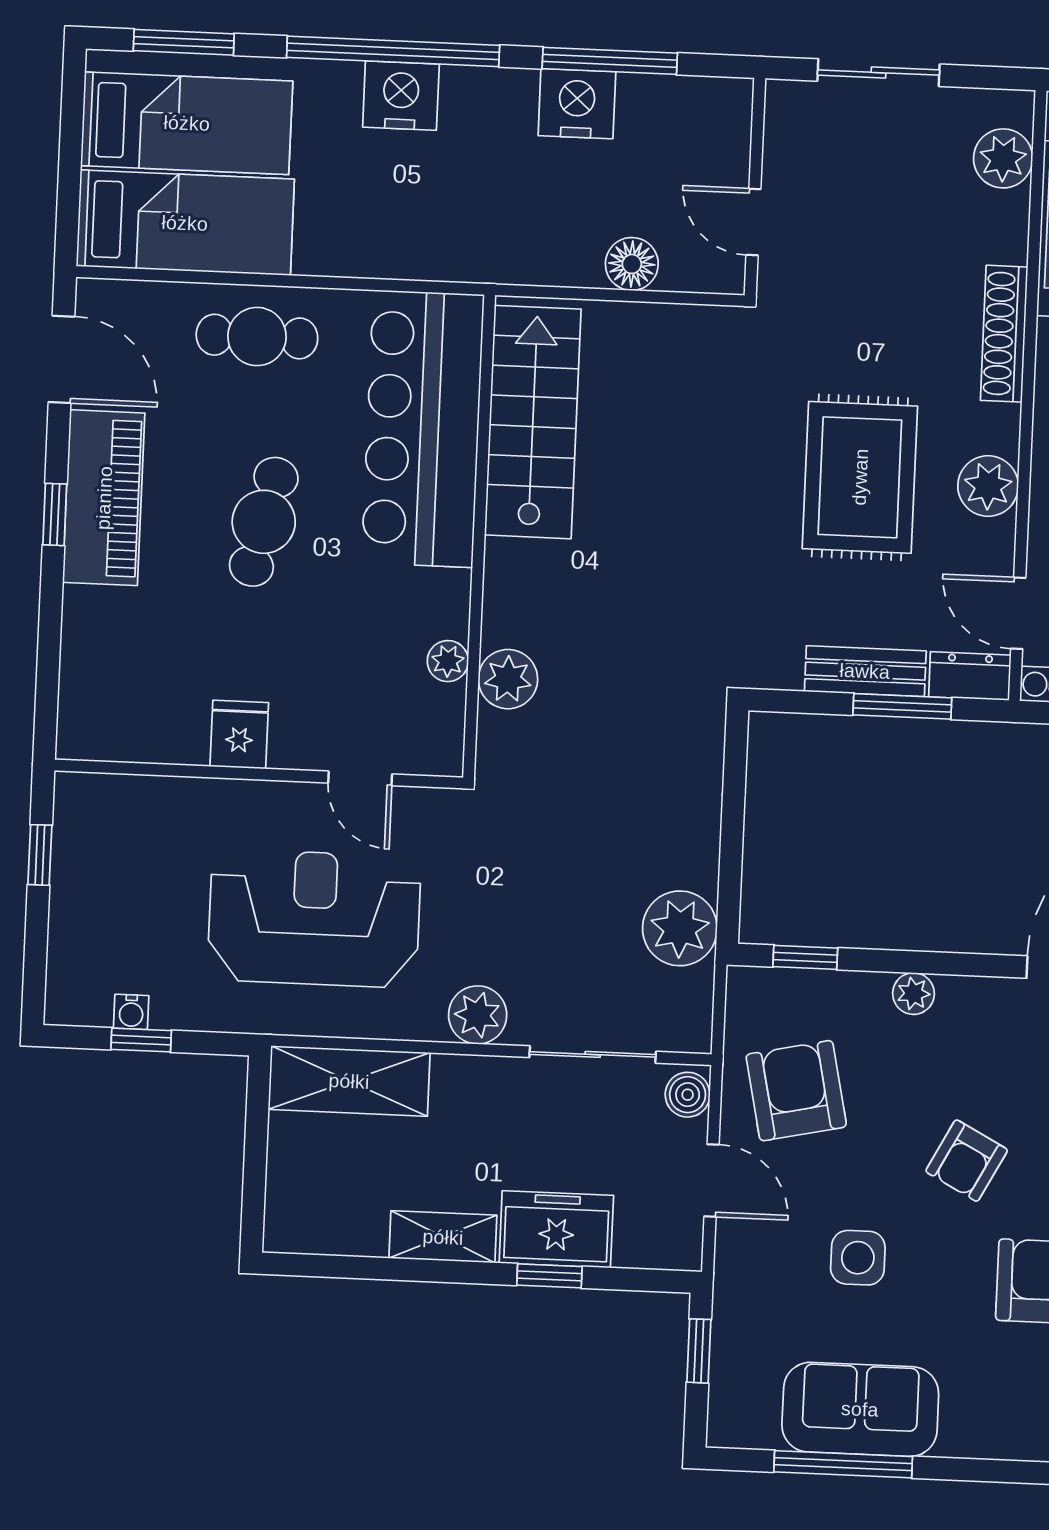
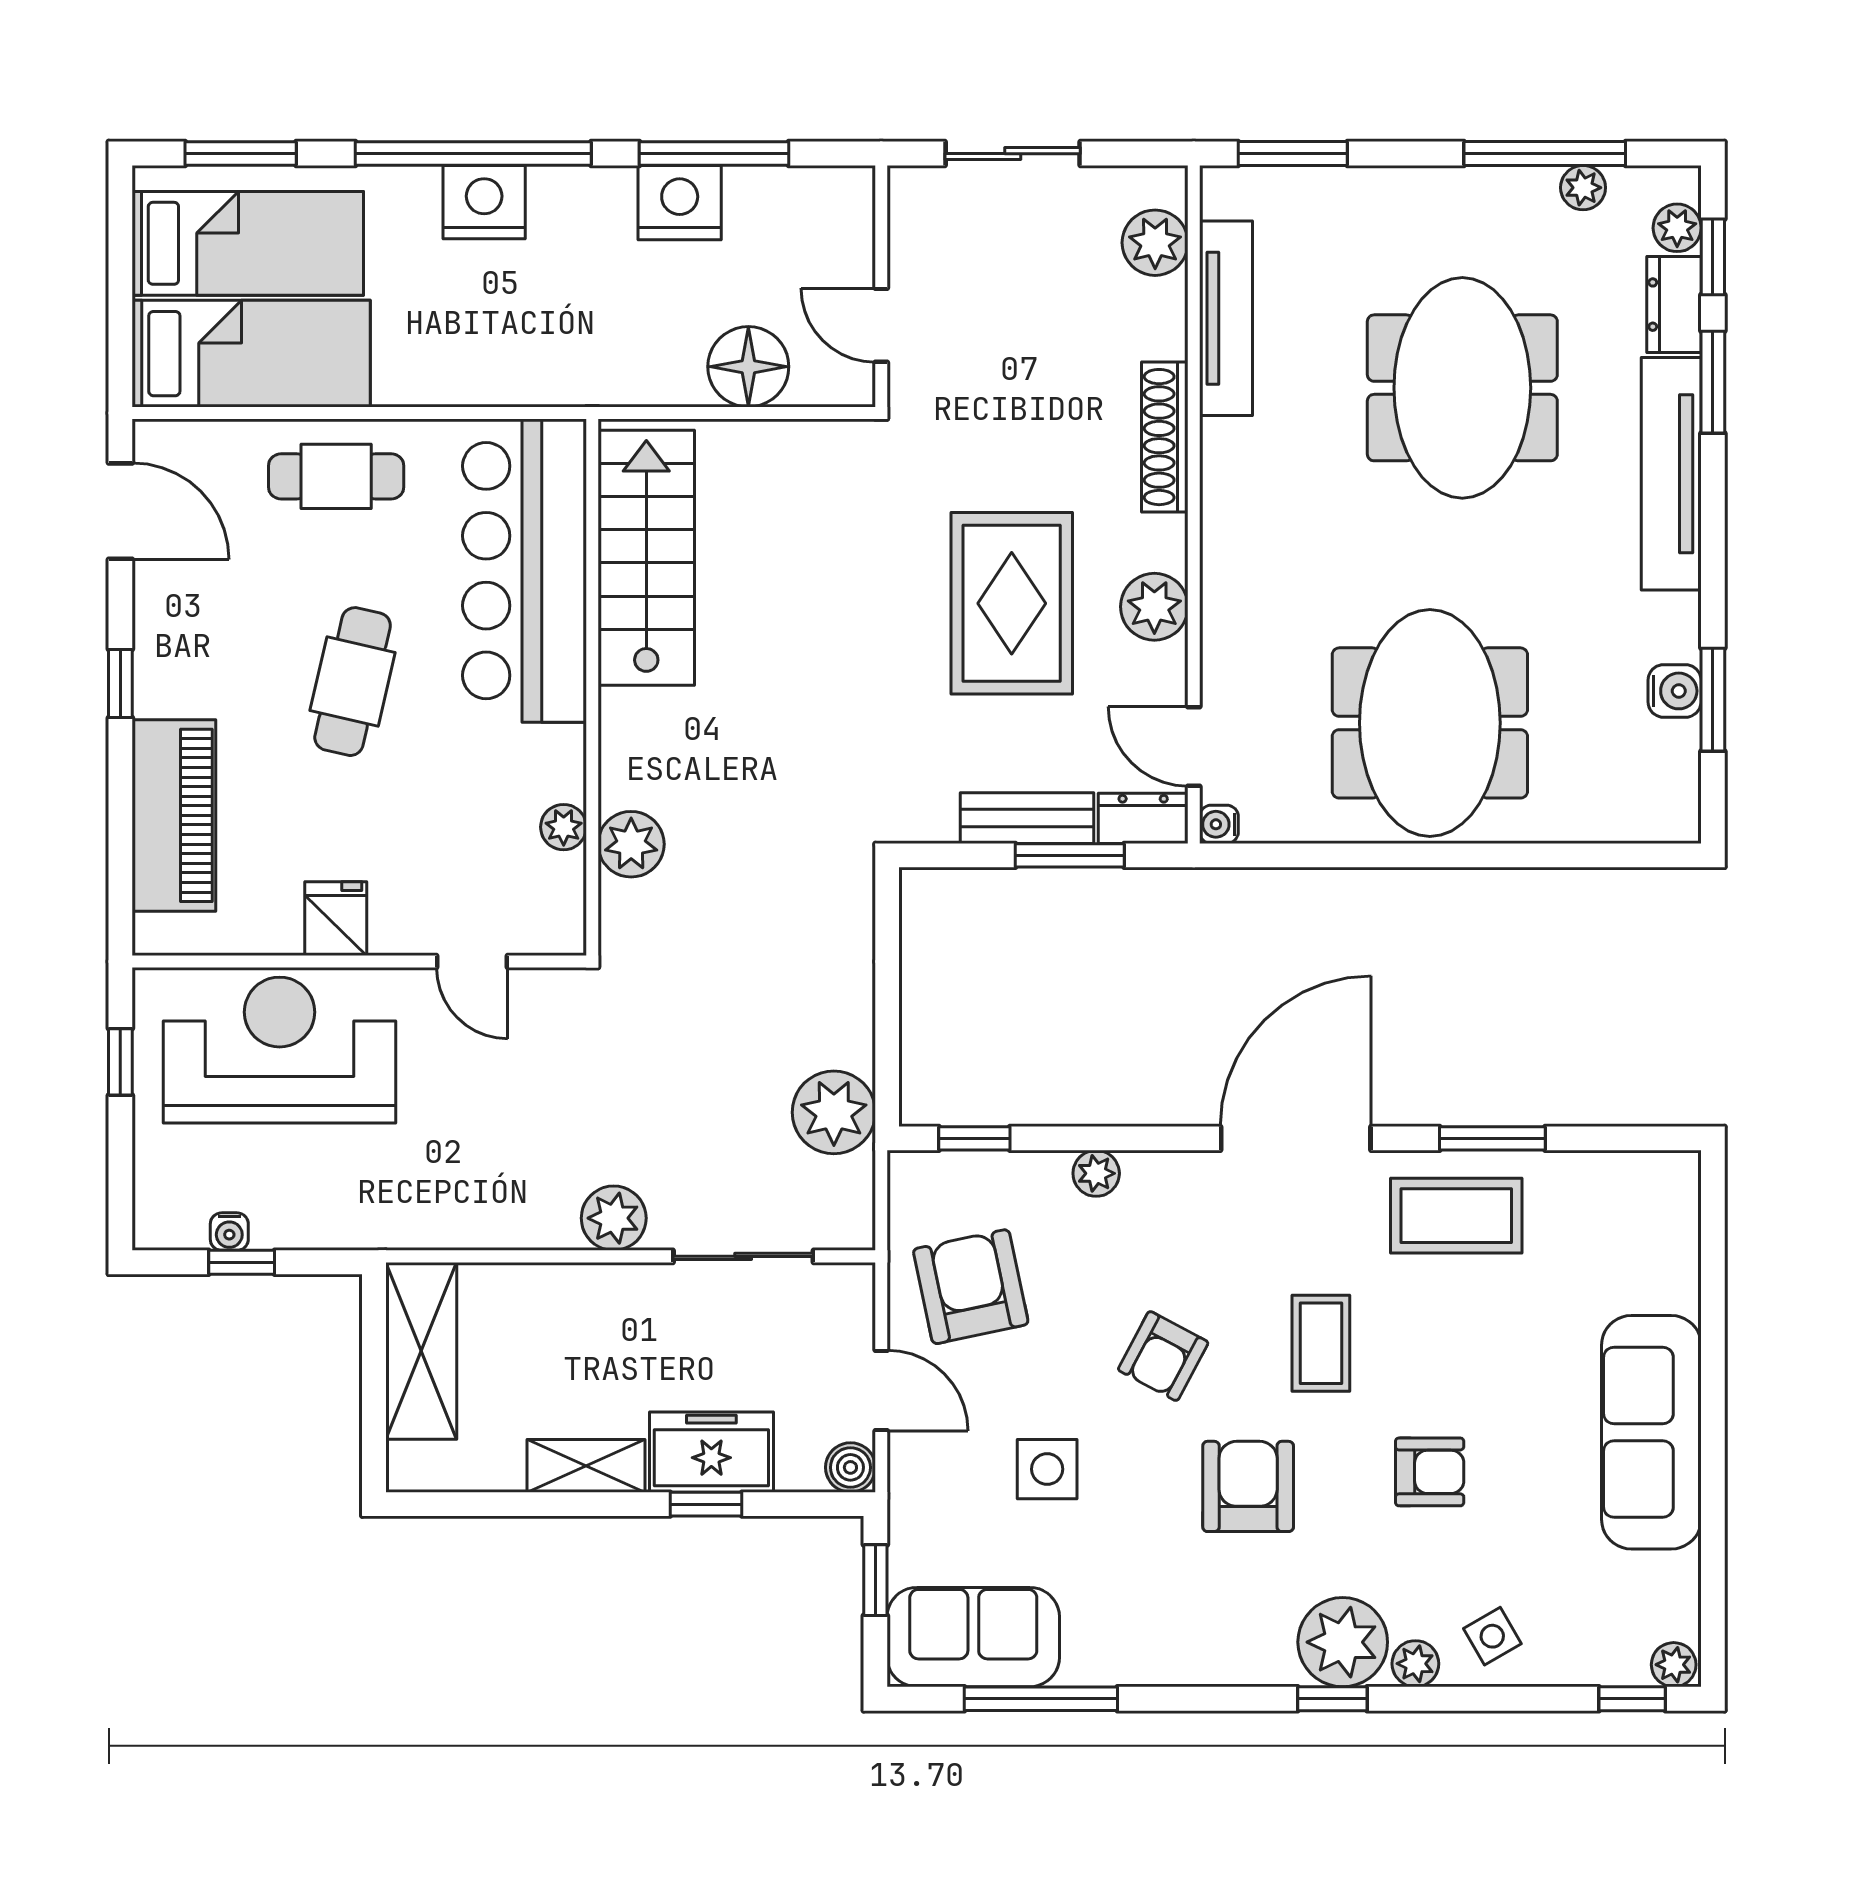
floor lamp: (632, 264) -> (748, 367), width x1.38, depth x1.38
piano: (104, 498) -> (174, 815), moved
reception desk: (314, 918) -> (280, 1050), moved
shelving: (349, 1081) -> (421, 1351), moved, turned 90
boiler: (688, 1095) -> (850, 1467), moved
sofa: (860, 1409) -> (973, 1637), moved

